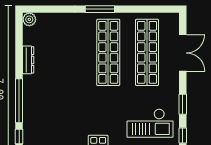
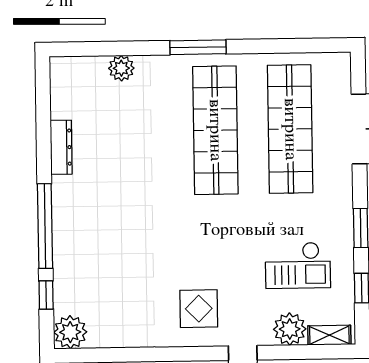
plant: (29, 19) -> (121, 68), moved
checkout: (150, 123) -> (298, 265), width x0.73, depth x0.83

